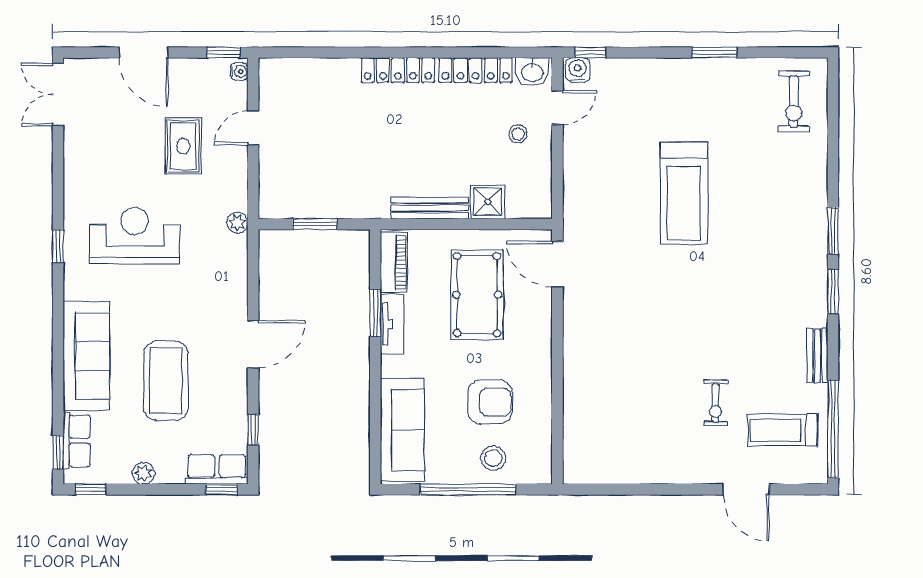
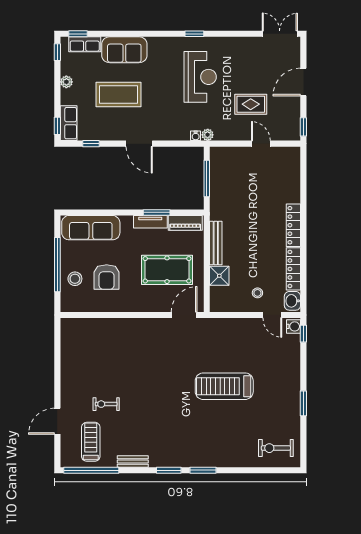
water cooler: (239, 72) -> (196, 136), moved
window: (315, 224) -> (207, 178), width x1.44
sofa: (86, 356) -> (124, 50), width x0.73

